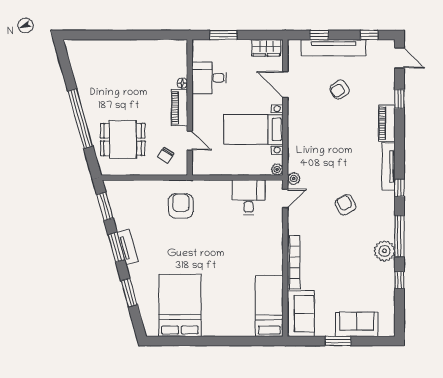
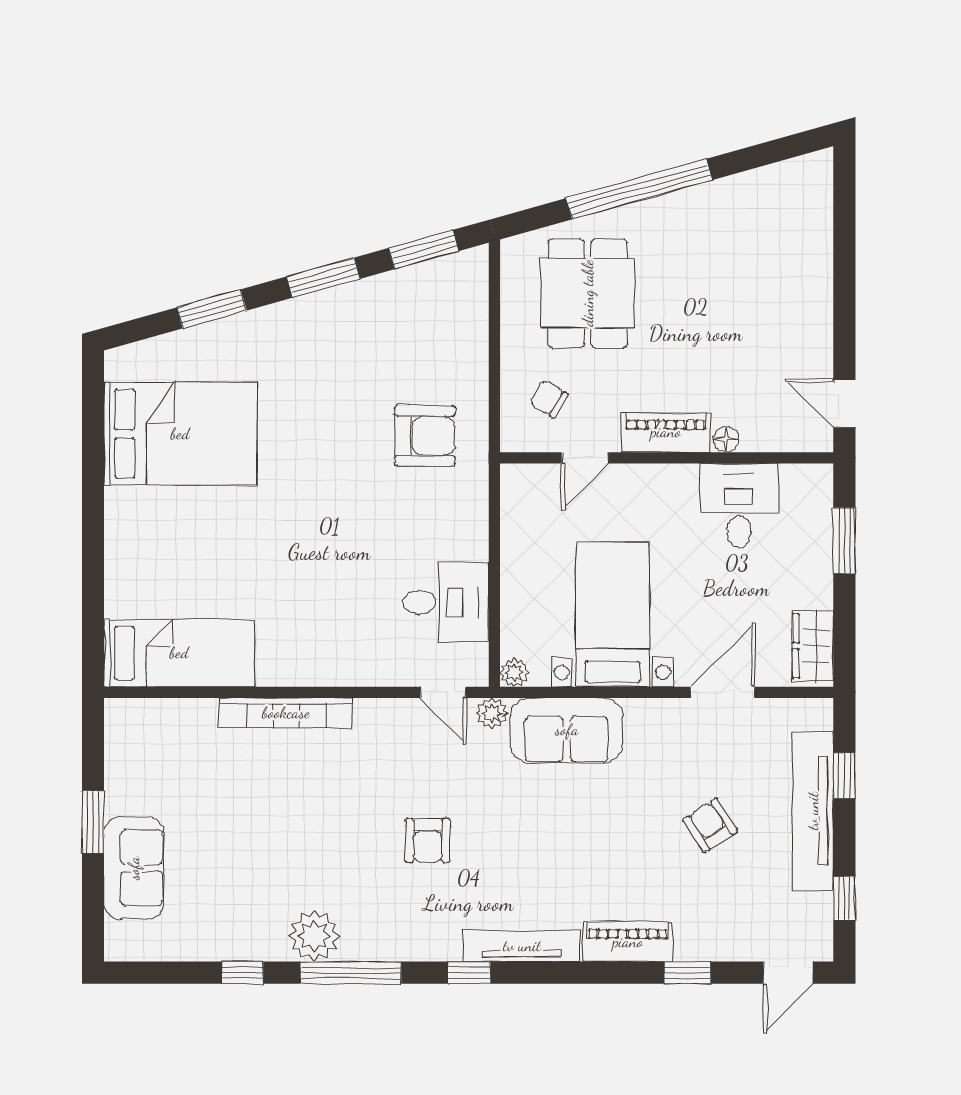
door: (168, 35) -> (844, 403), added
armchair: (346, 205) -> (428, 840), turned 118
tv unit: (128, 247) -> (324, 305), removed
sofa: (301, 314) -> (567, 730), moved

